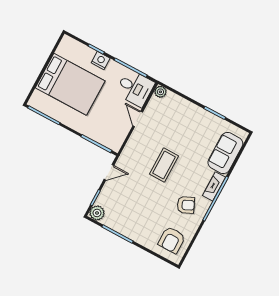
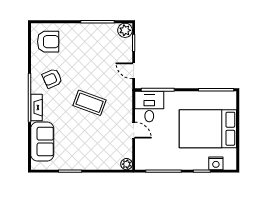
nightstand: (101, 61) -> (216, 163), moved
desk: (135, 88) -> (149, 107), moved, turned 90
coffee table: (164, 165) -> (90, 103), turned -70
door: (109, 172) -> (134, 71), hinge flipped
armchair: (172, 240) -> (48, 42), turned 90

